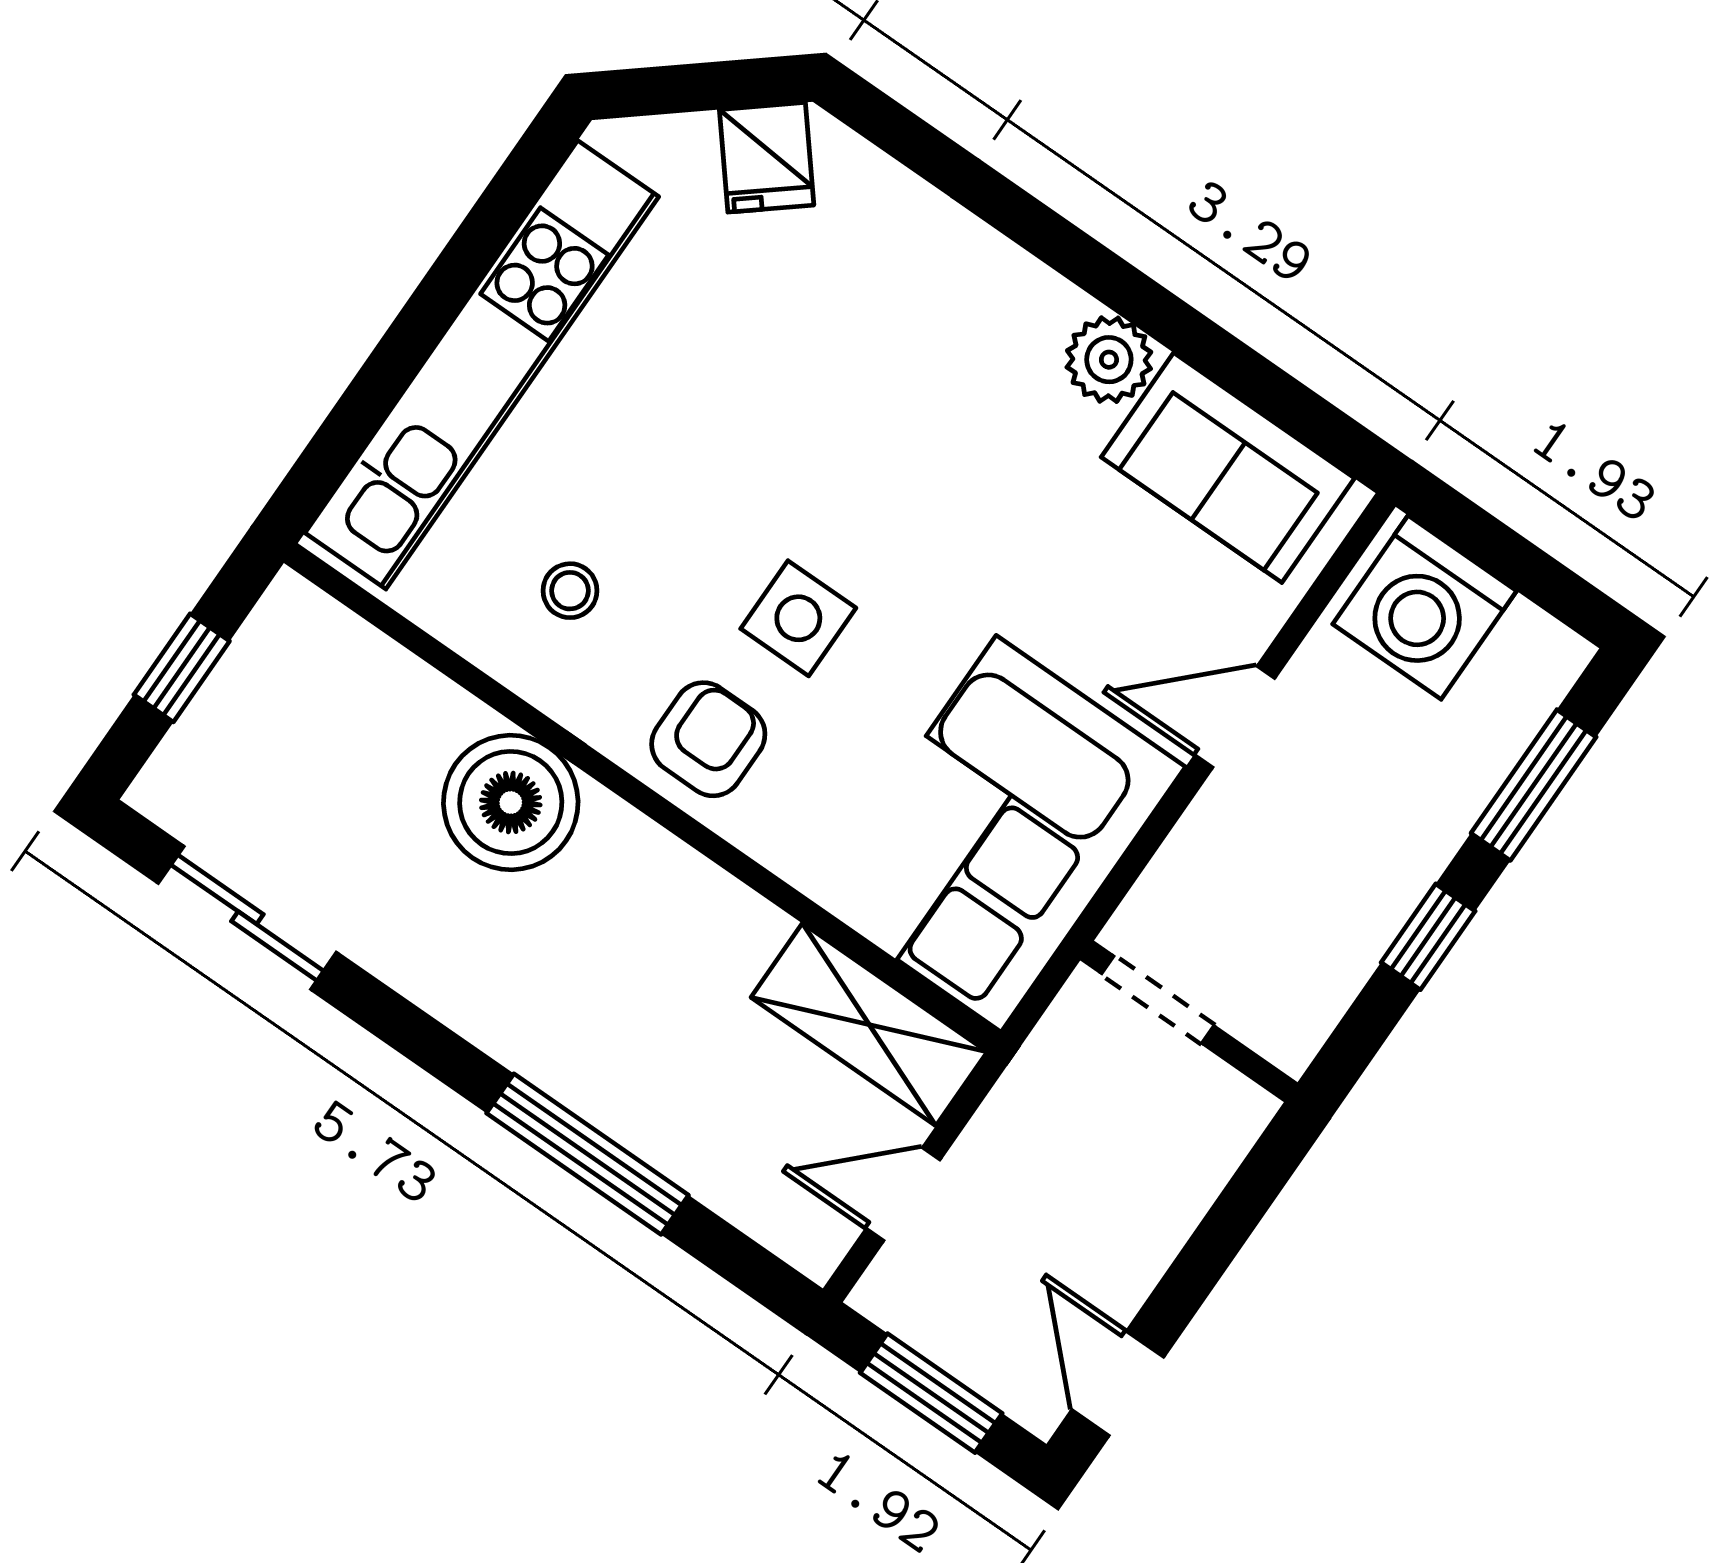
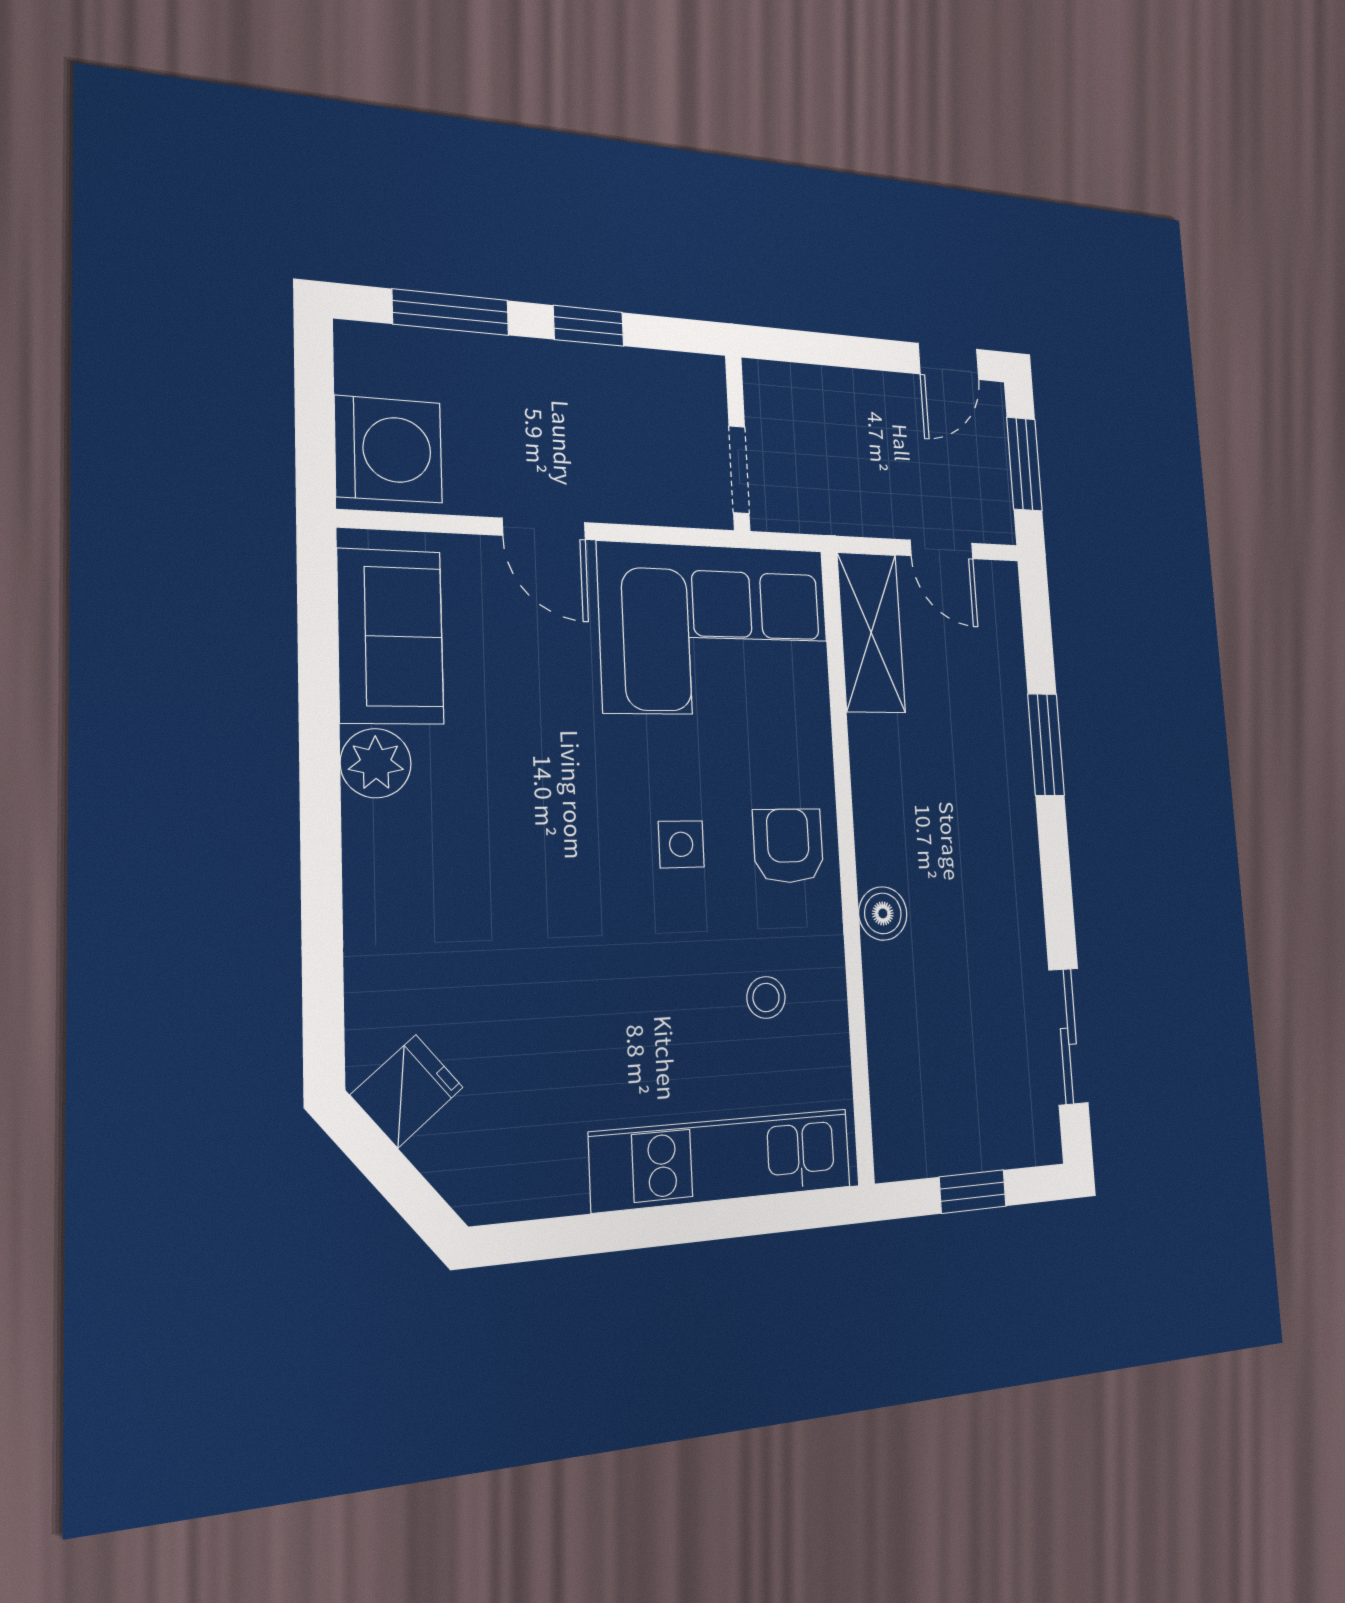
kitchen unit: (482, 365) -> (722, 1160), width x0.73
side table: (798, 618) -> (681, 844), width x0.73, depth x0.73
armchair: (708, 739) -> (788, 846), turned 90
boiler: (511, 803) -> (883, 913), width x0.54, depth x0.54
window: (587, 1154) -> (1046, 745), width x0.69

